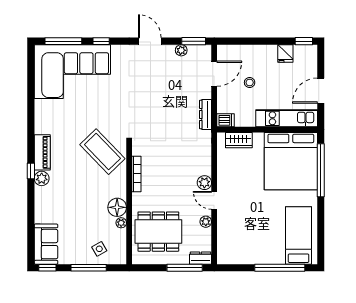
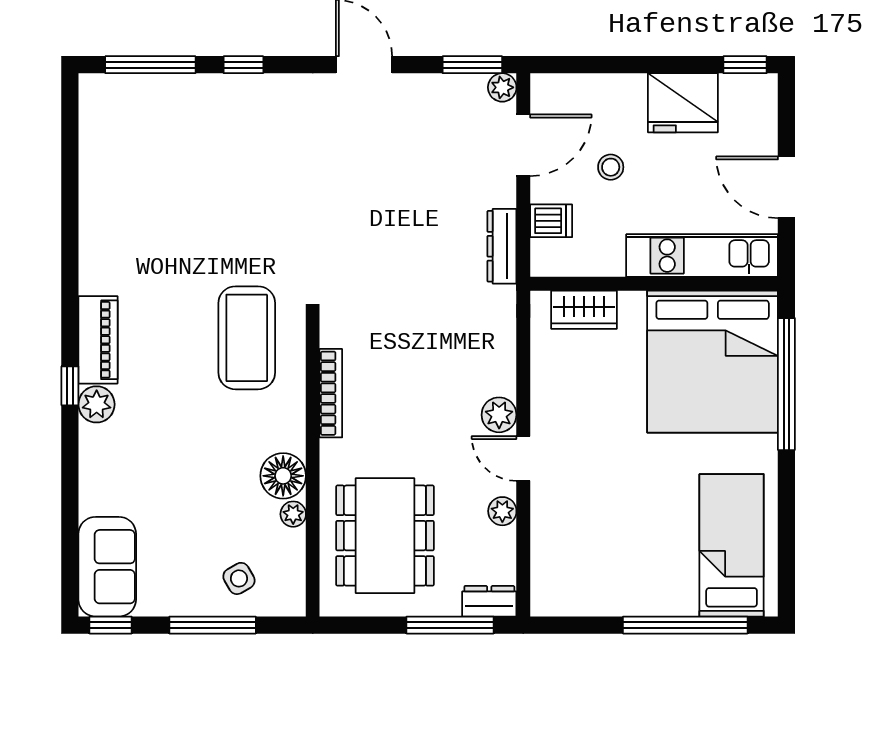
plant: (181, 50) -> (502, 87), moved
fridge: (285, 53) -> (683, 103), width x1.88, depth x1.34
corner sofa: (72, 72) -> (172, 140), removed
door: (321, 91) -> (786, 187), hinge flipped
dishwasher: (226, 120) -> (551, 221), moved
coffee table: (102, 152) -> (247, 338), turned 44
dining table: (158, 232) -> (385, 536), turned 90

